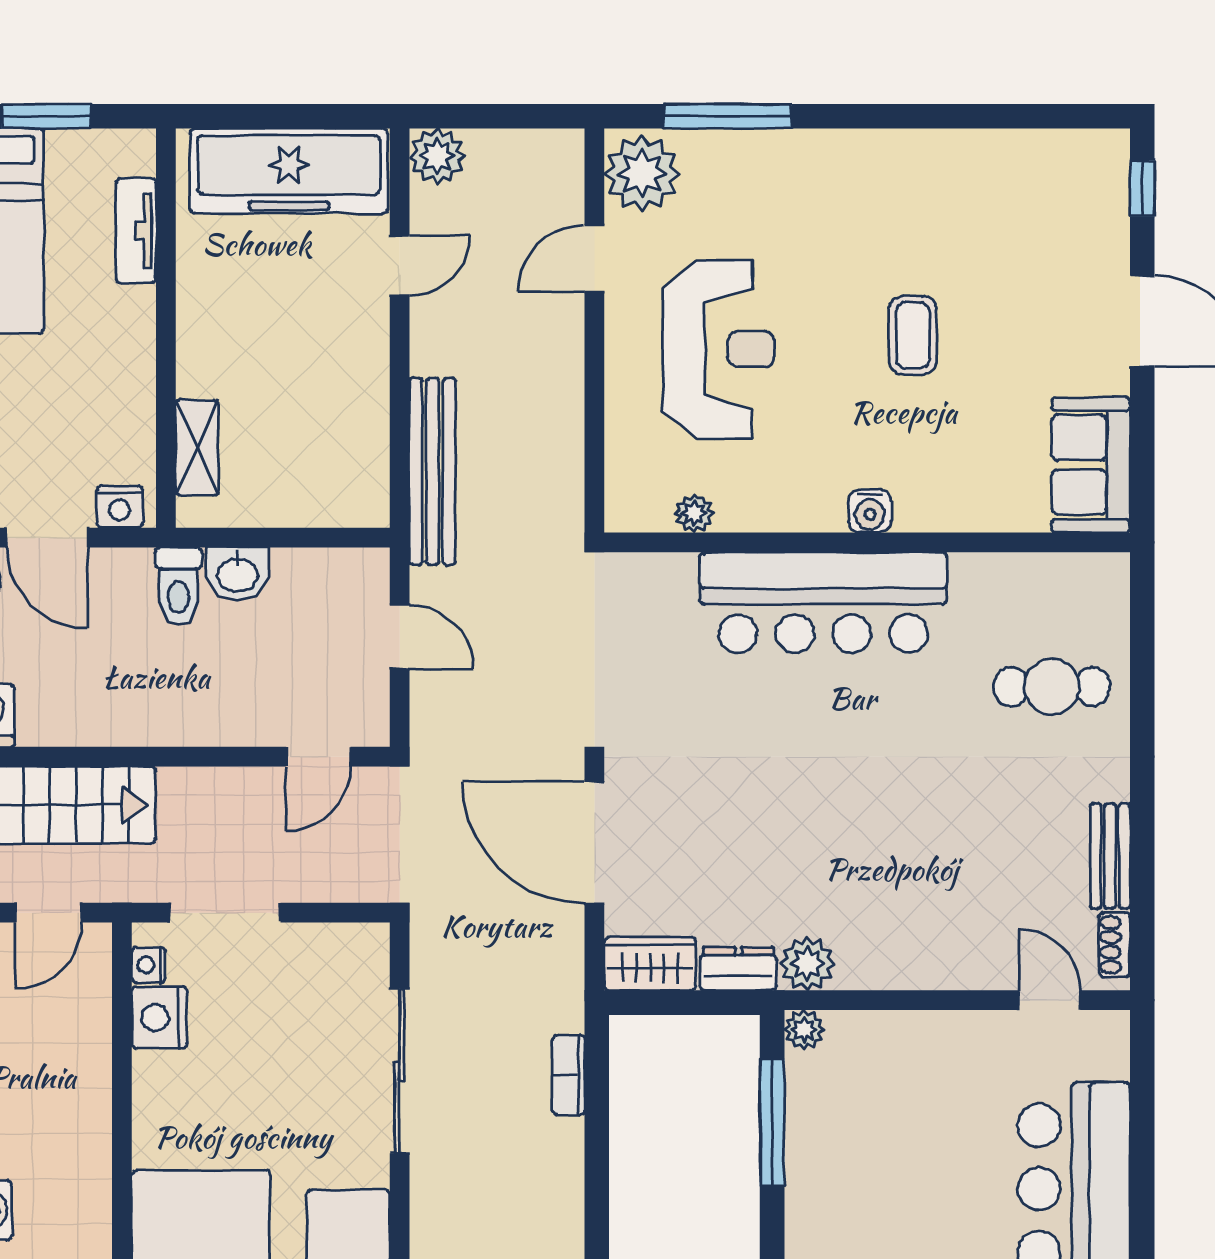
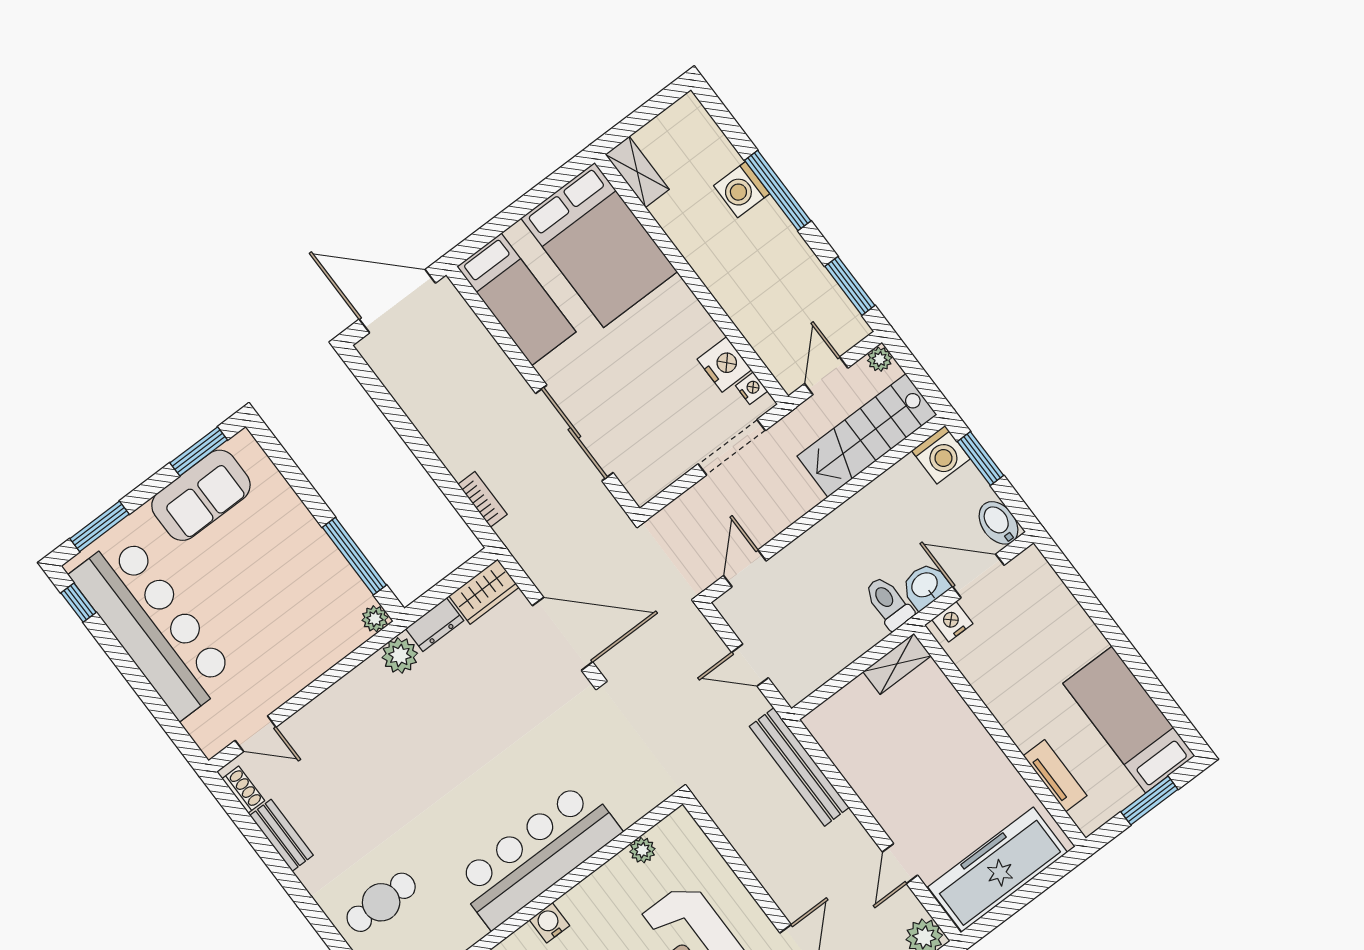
shelving: (197, 448) -> (897, 664), moved, turned 90
washbasin: (237, 574) -> (925, 586), moved

